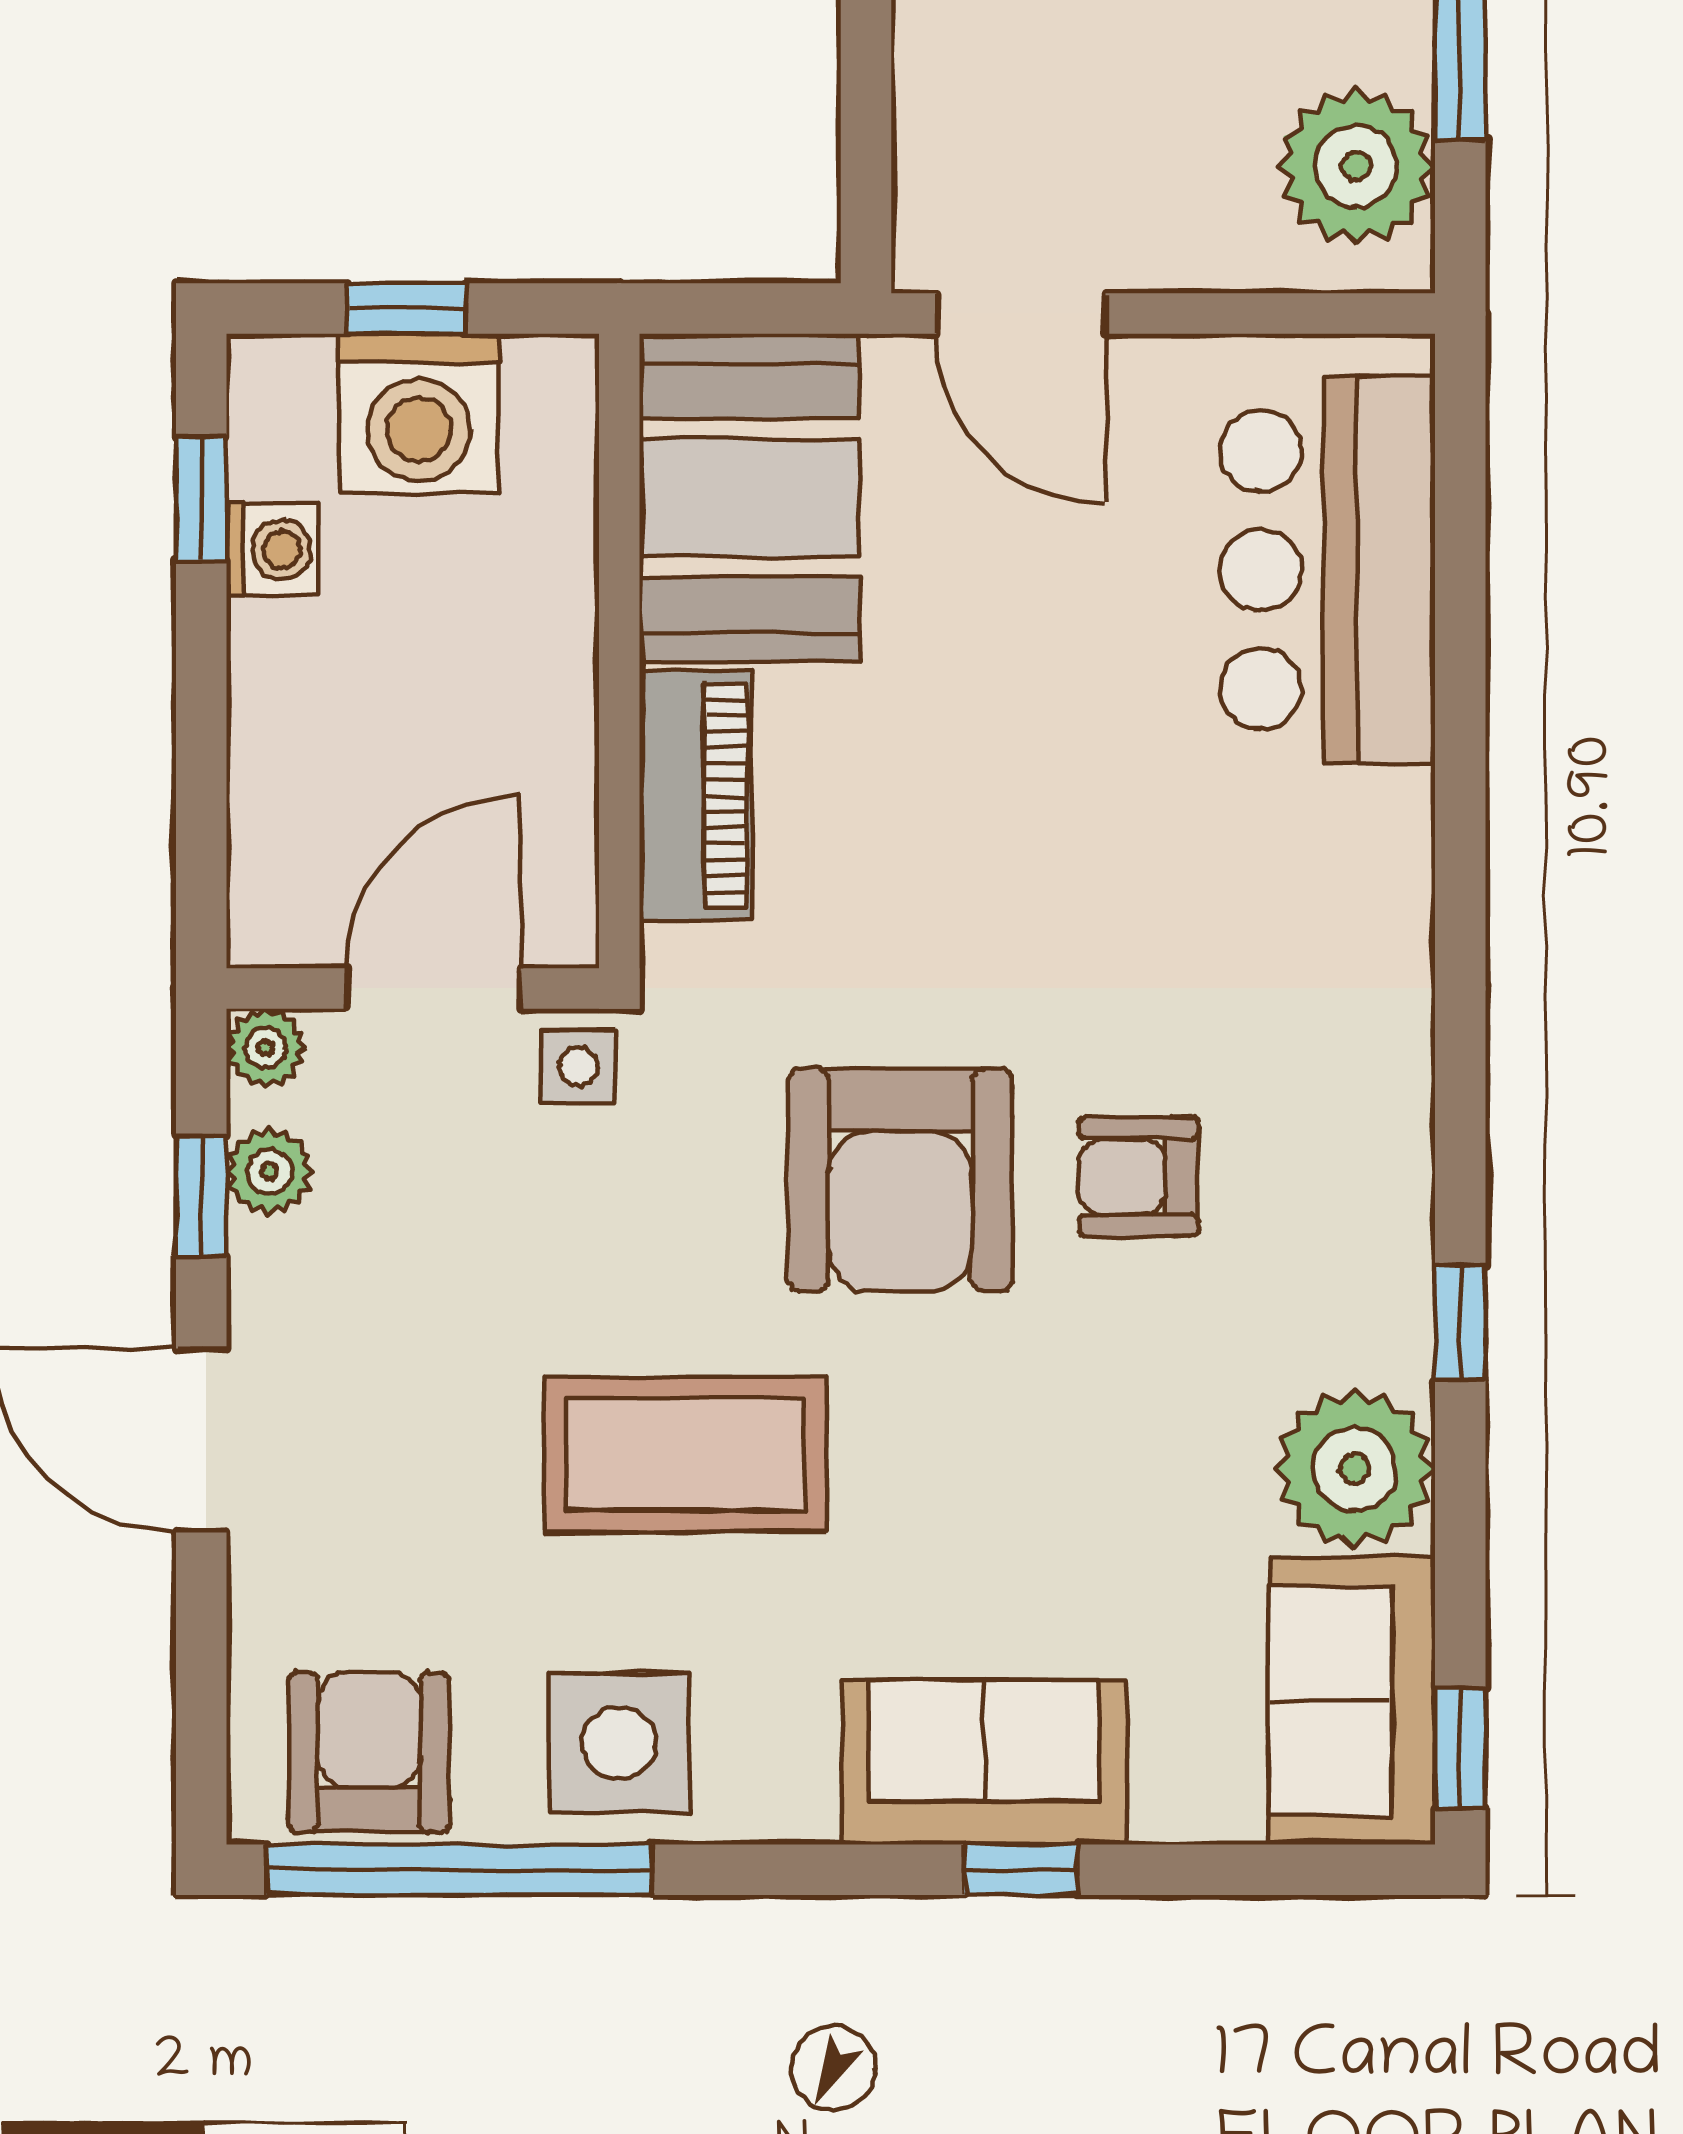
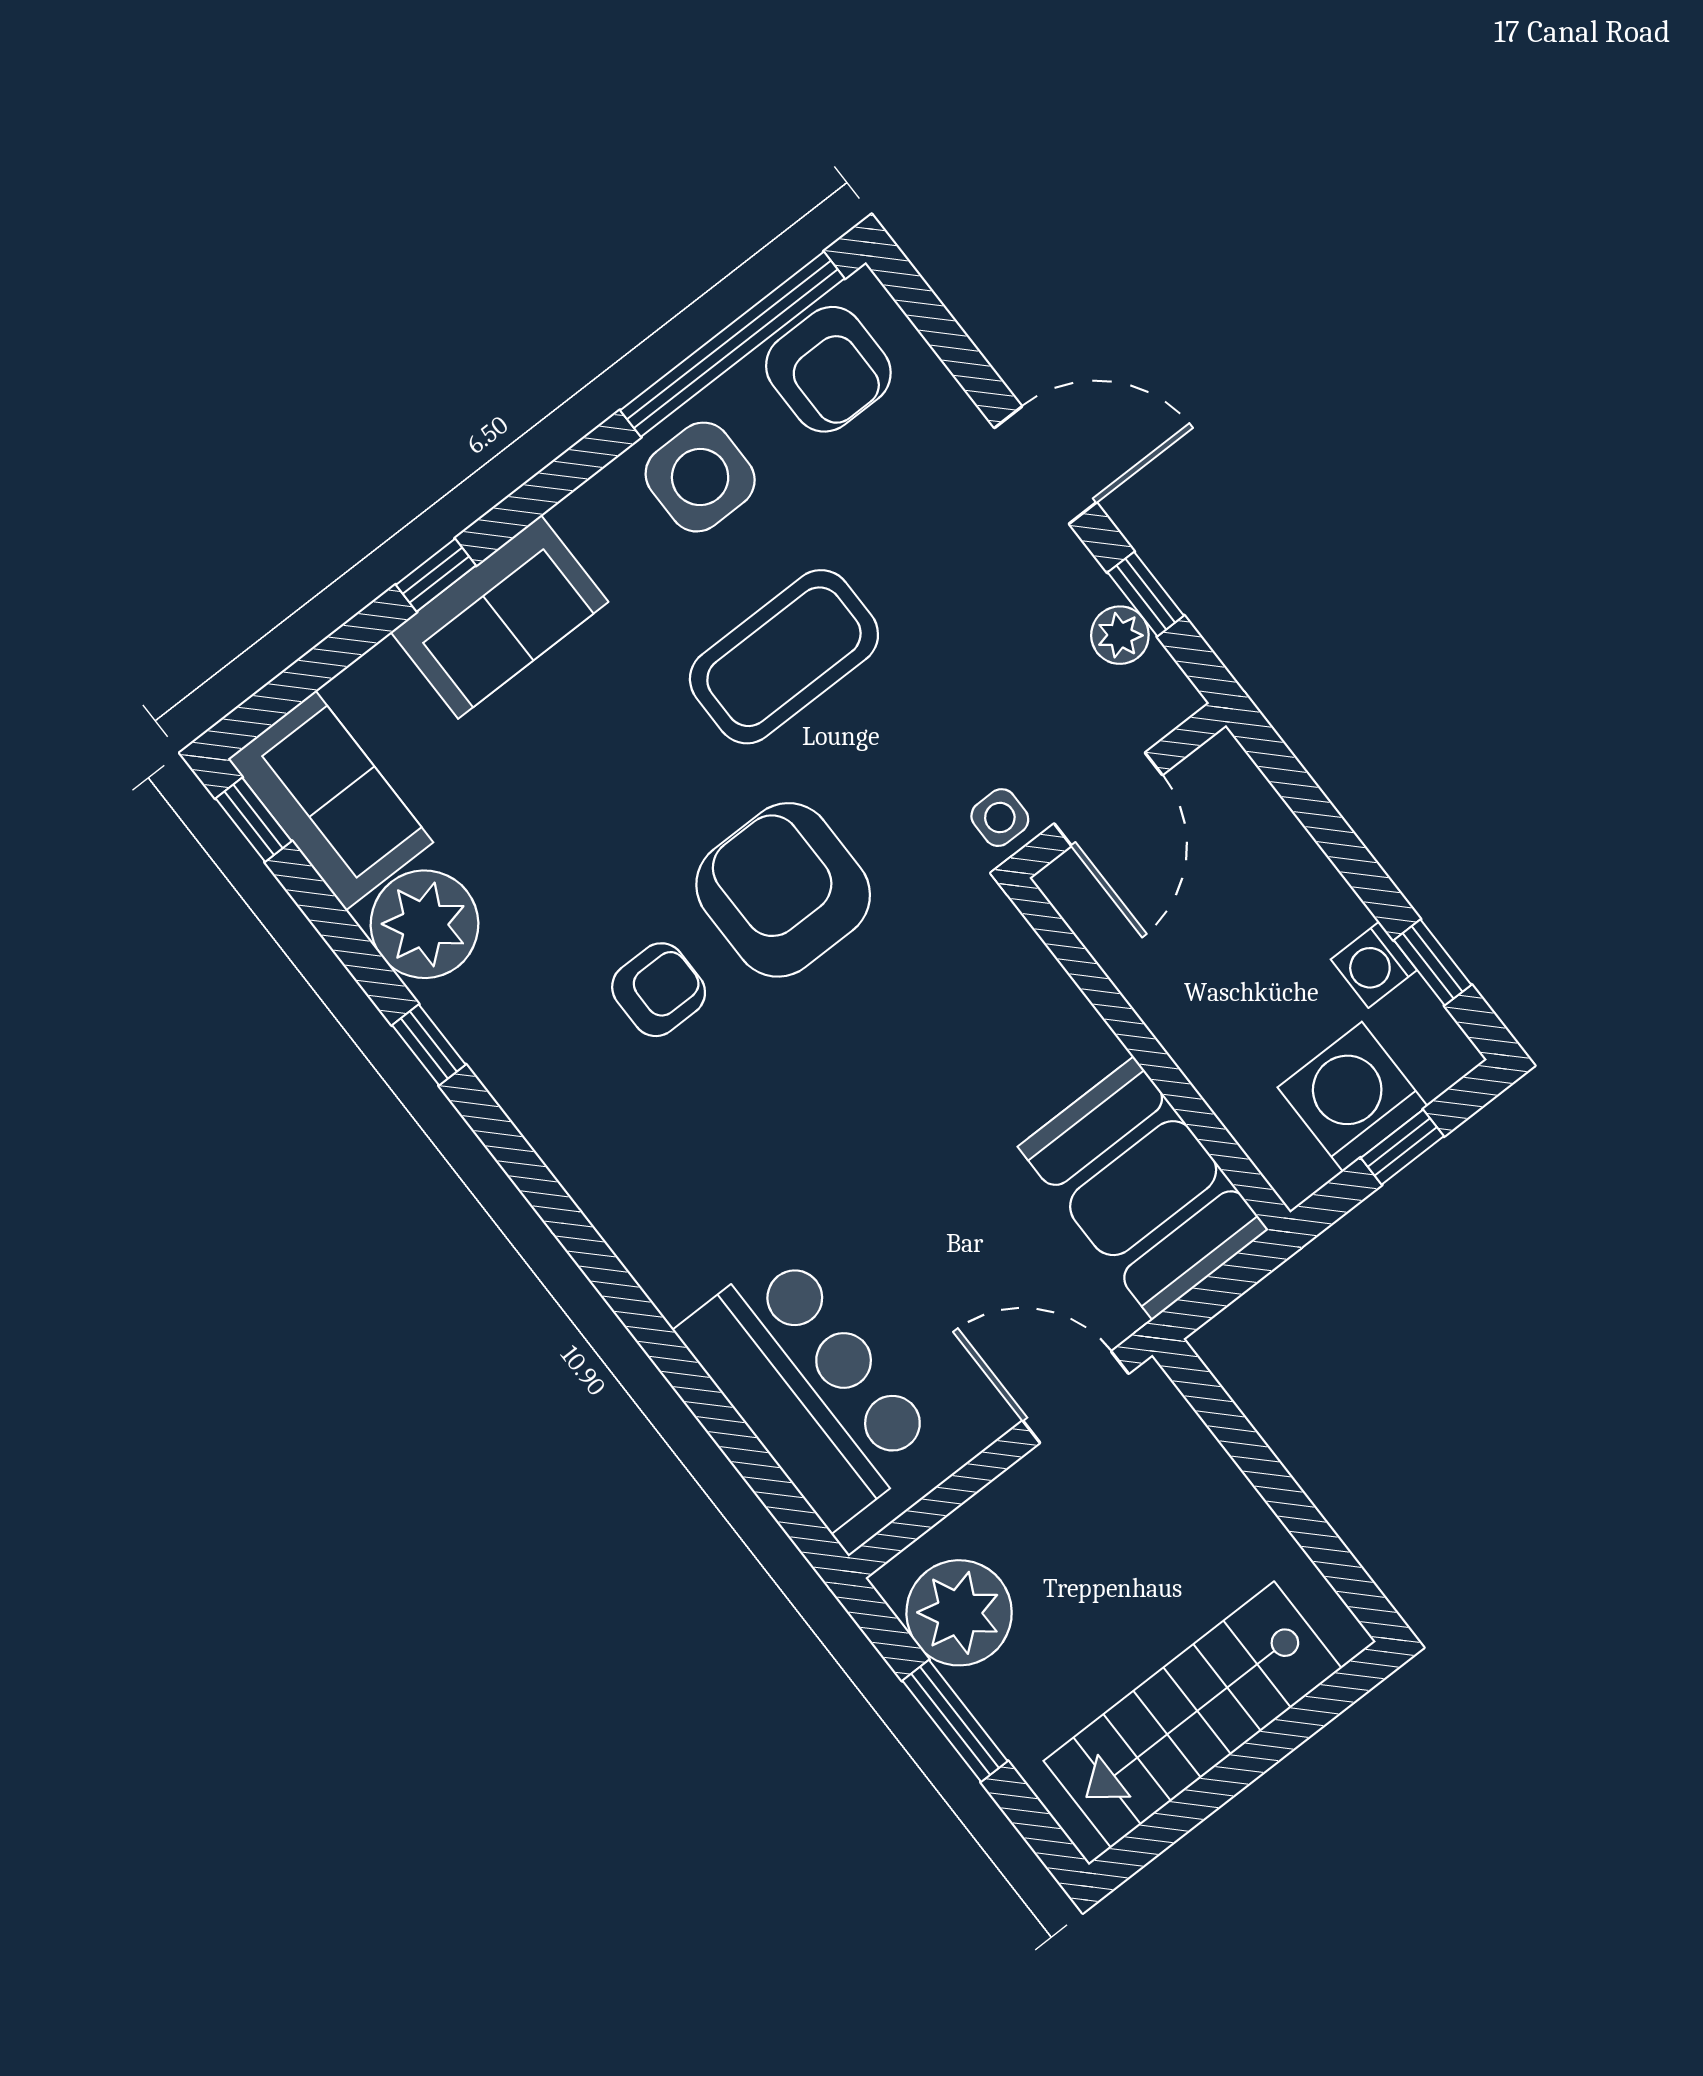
piano: (695, 796) -> (1049, 1009), removed
plant: (266, 1048) -> (1173, 699), removed

